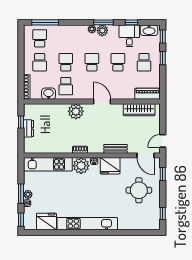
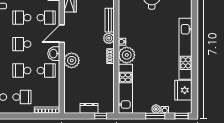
school desk: (118, 86) -> (46, 18), added
washbasin: (49, 94) -> (54, 54), moved
window: (21, 122) -> (101, 116), moved
plant: (98, 148) -> (109, 38), added
fridge: (110, 166) -> (127, 26), removed

